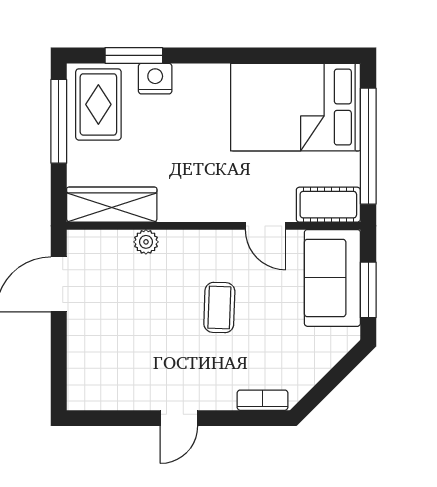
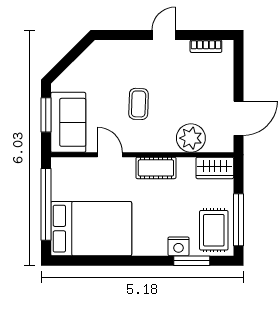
wardrobe: (112, 205) -> (215, 168), width x0.67
cot: (328, 205) -> (156, 168), moved
plant: (146, 242) -> (191, 138), width x1.88, depth x1.88
bookcase: (263, 400) -> (206, 46), moved

